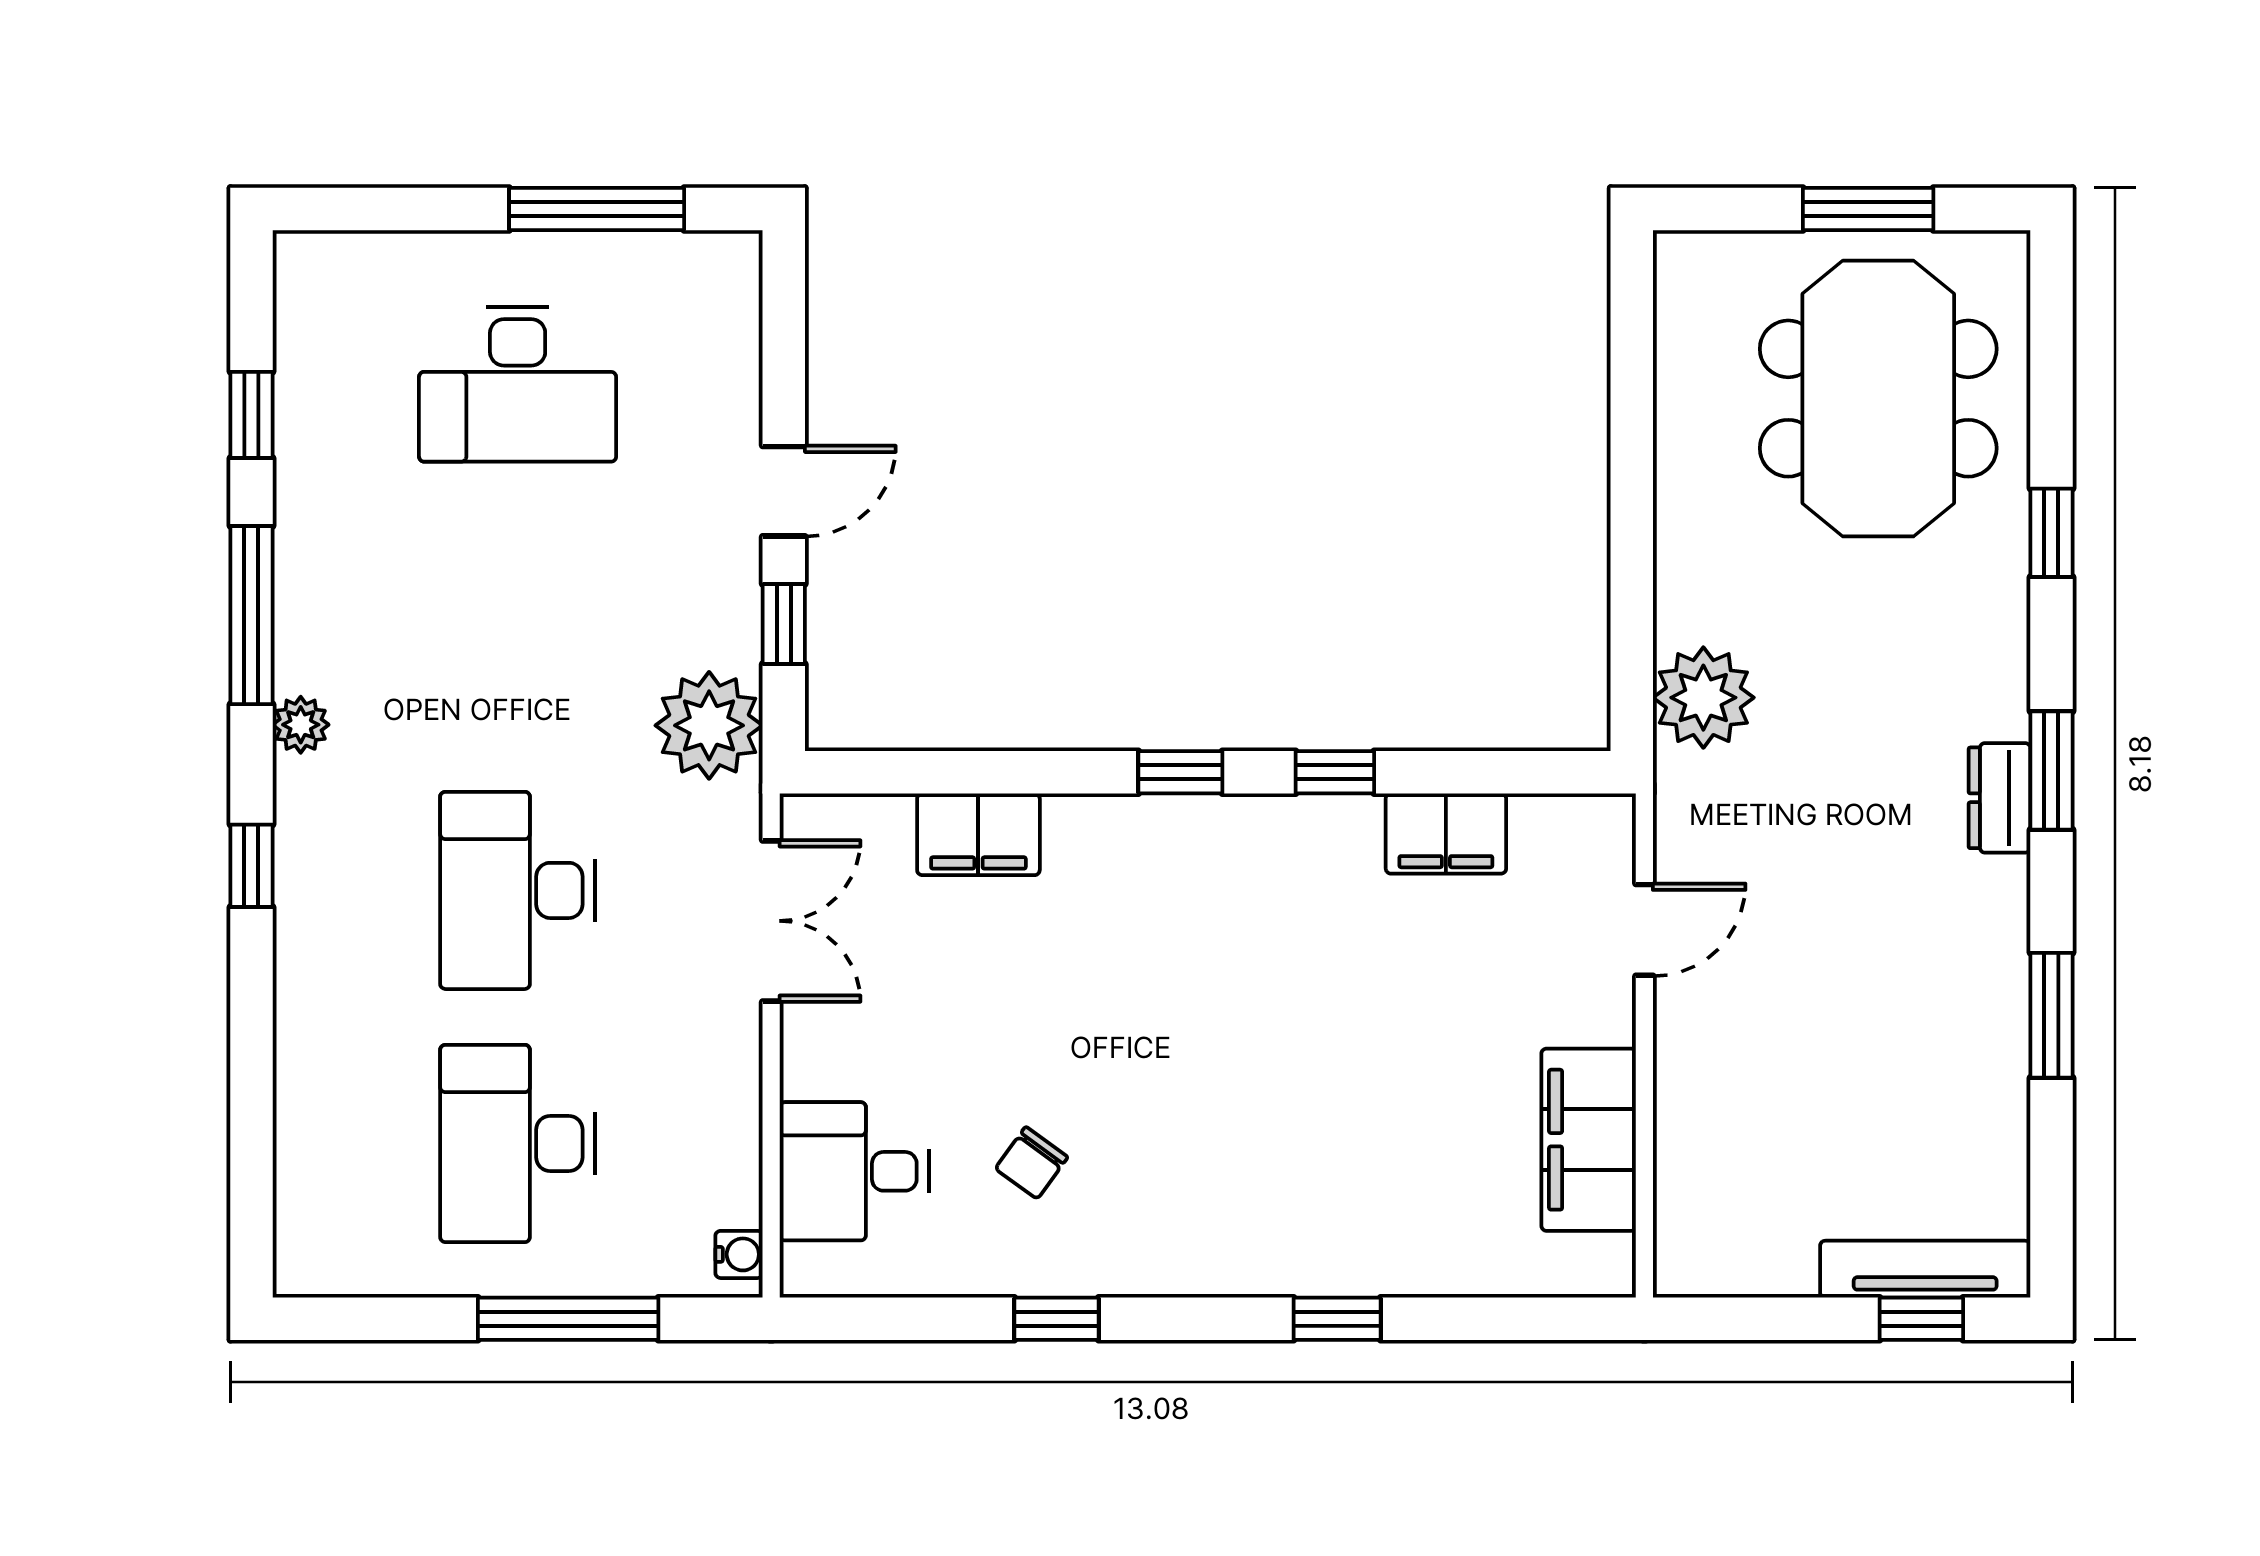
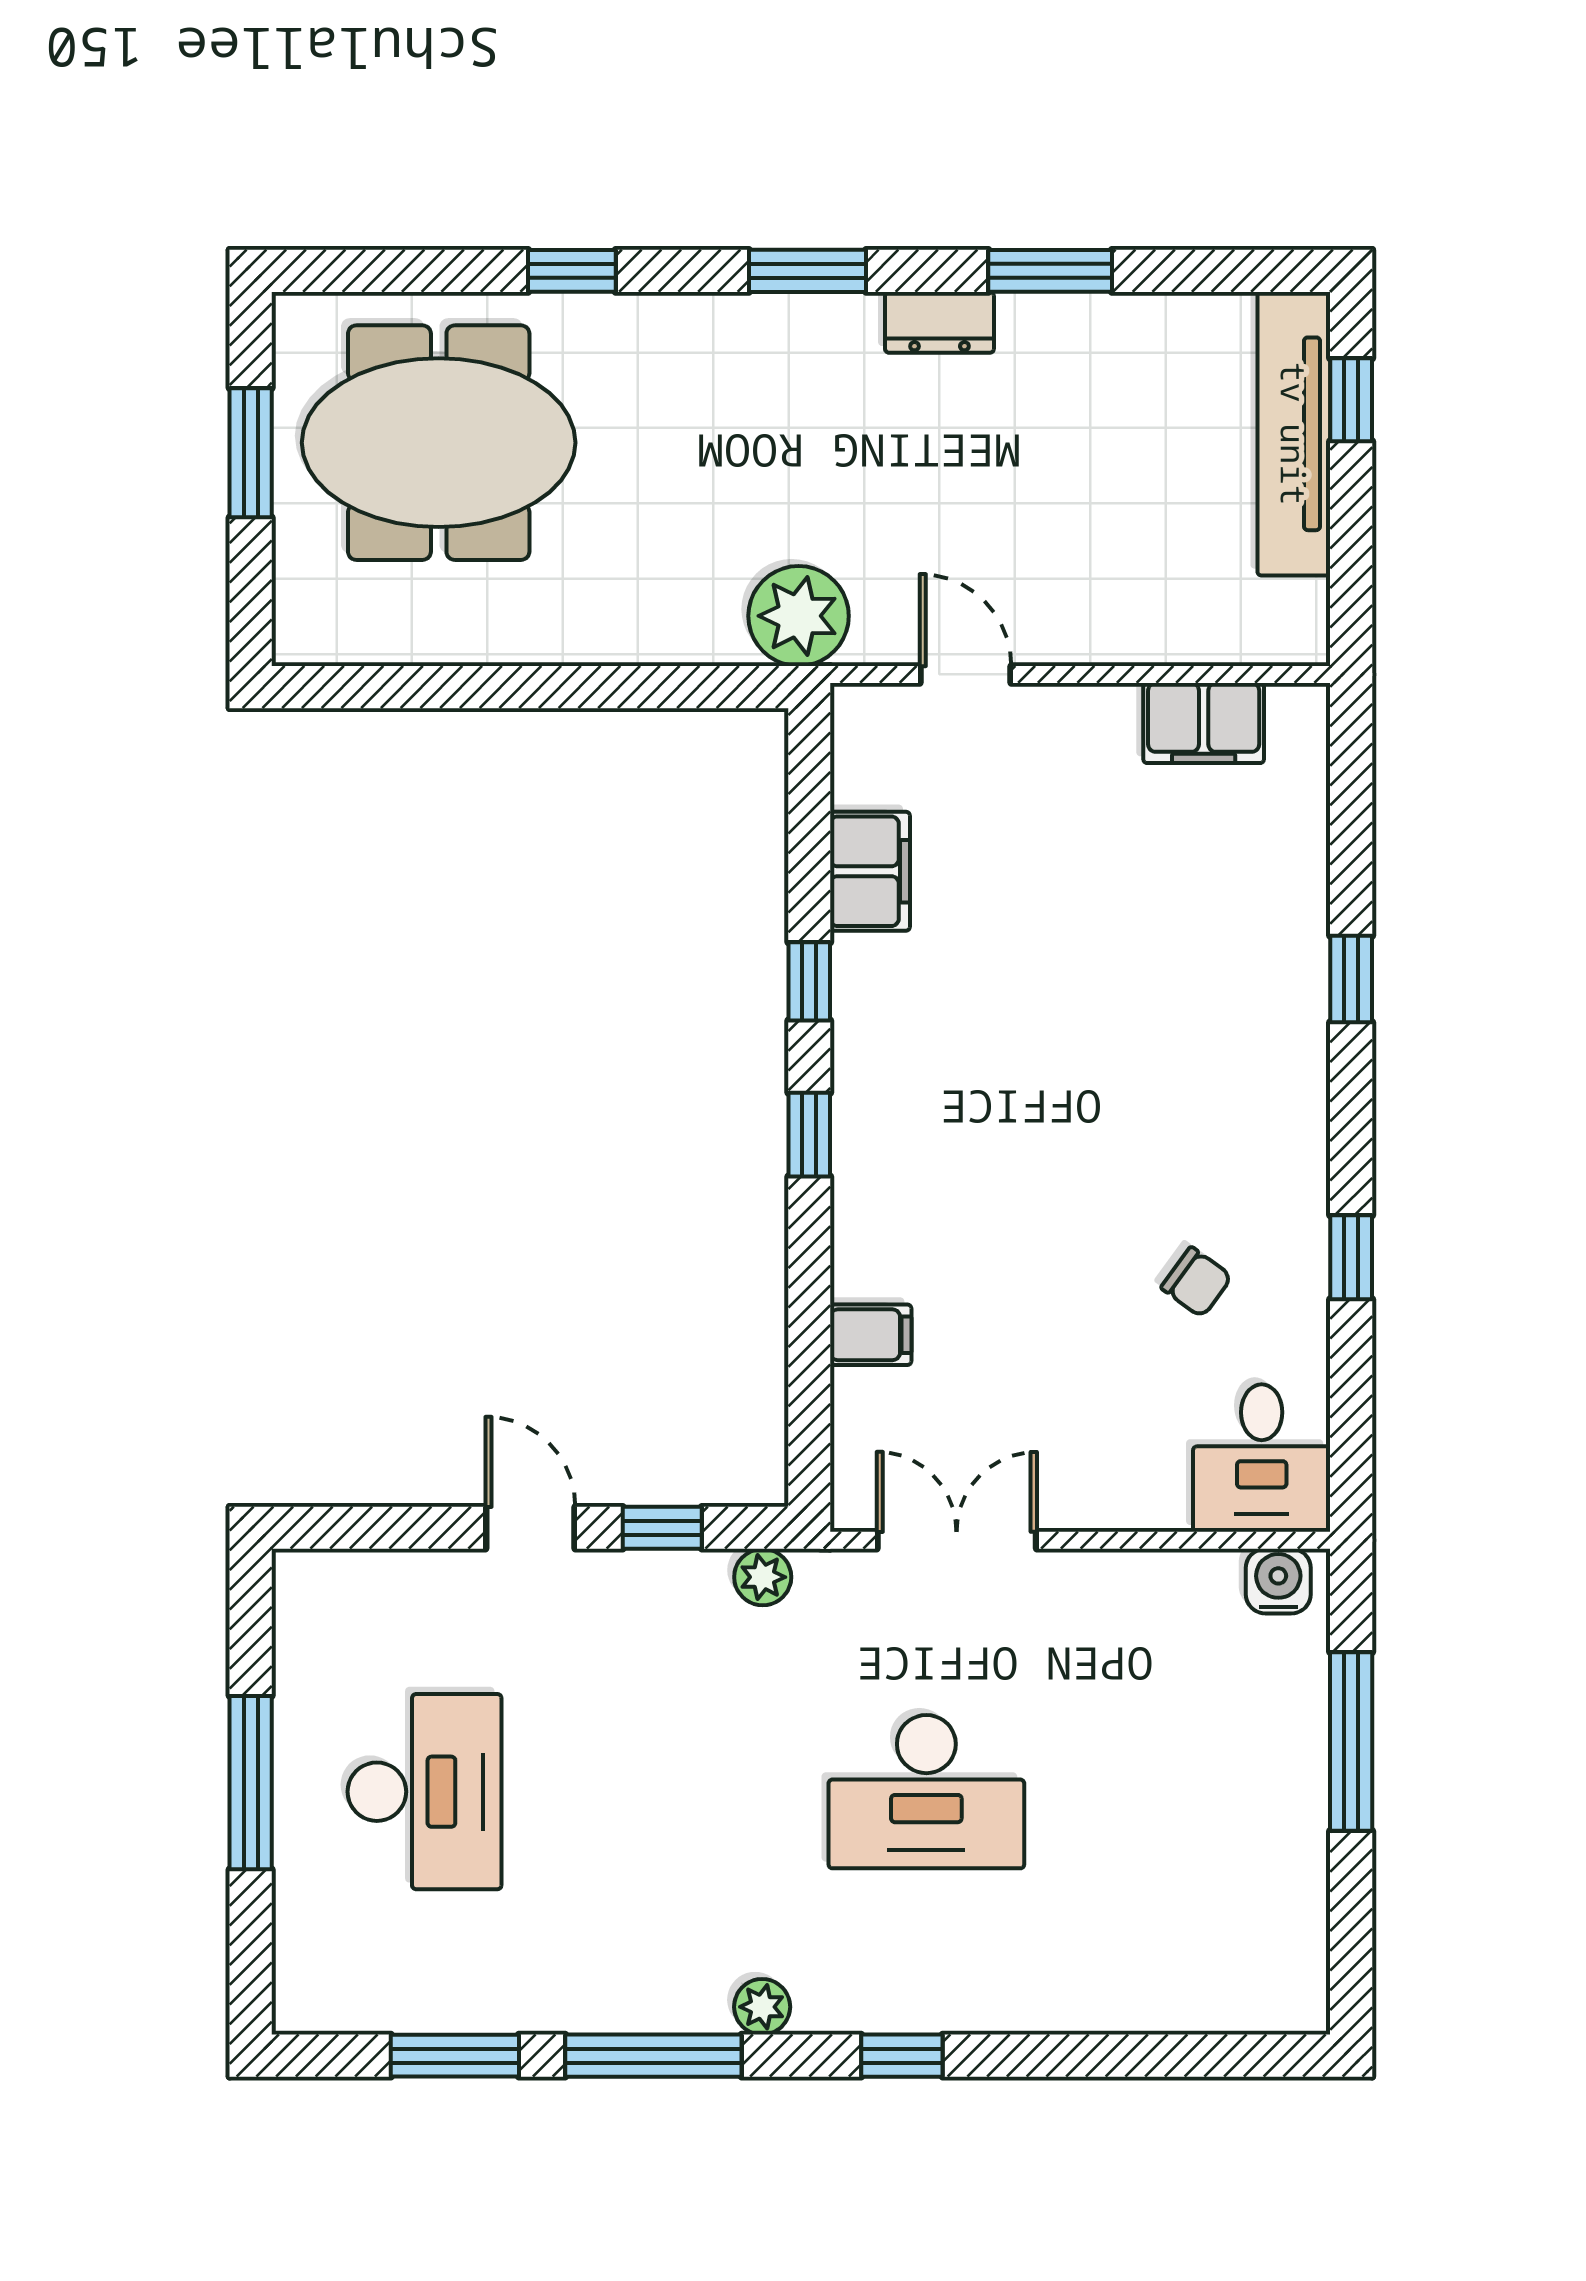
window: (597, 209) -> (251, 1783), moved
window: (251, 415) -> (455, 2056), width x1.50
plant: (1703, 698) -> (799, 616), moved
plant: (709, 725) -> (763, 1577), width x0.53, depth x0.53
dresser: (1999, 798) -> (939, 322), moved
filing cabinet: (978, 834) -> (871, 1335), width x0.50
filing cabinet: (1589, 1140) -> (1204, 723), width x0.67, depth x0.86
desk: (518, 1143) -> (1177, 1792), removed
desk: (854, 1171) -> (1262, 1458), moved
water cooler: (739, 1254) -> (1278, 1581), width x1.38, depth x1.38
tv unit: (1925, 1269) -> (1294, 434), width x1.36, depth x1.29

